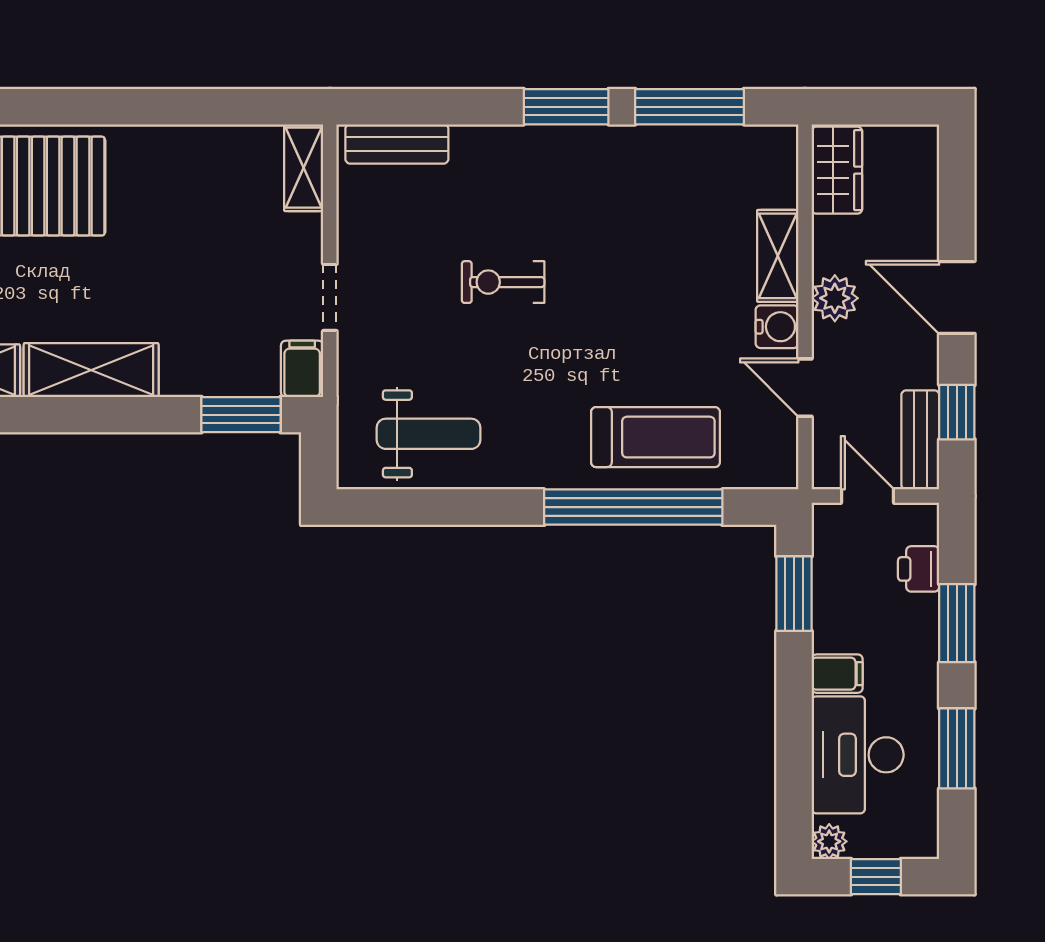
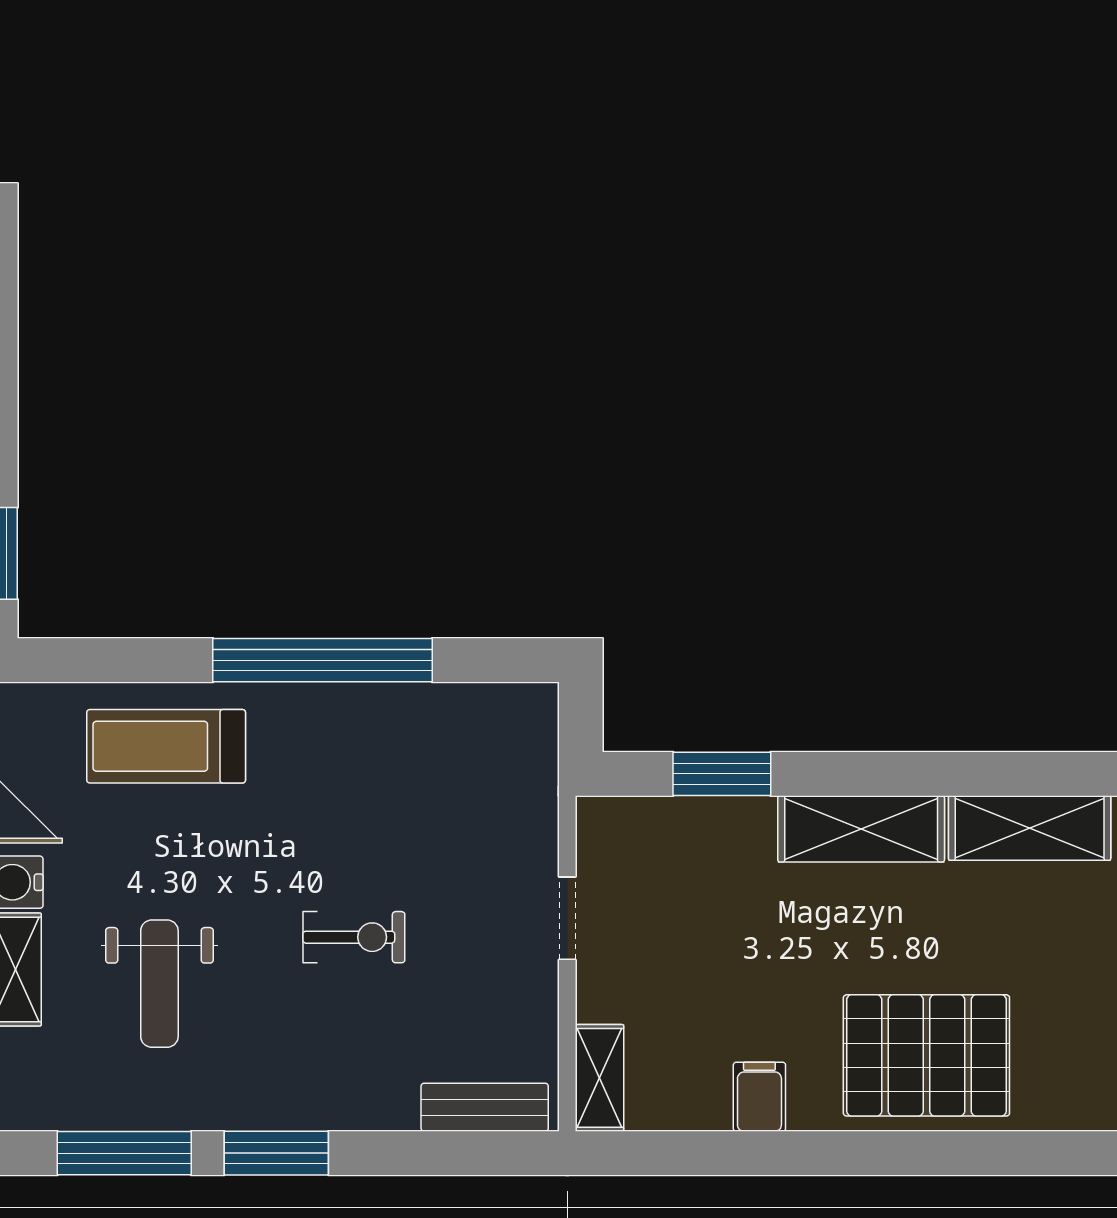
filing cabinet: (302, 369) -> (759, 1097), moved, turned 180
window: (241, 415) -> (722, 774), moved
weight bench: (428, 434) -> (159, 984), moved, turned -90
window: (633, 507) -> (322, 660), moved

